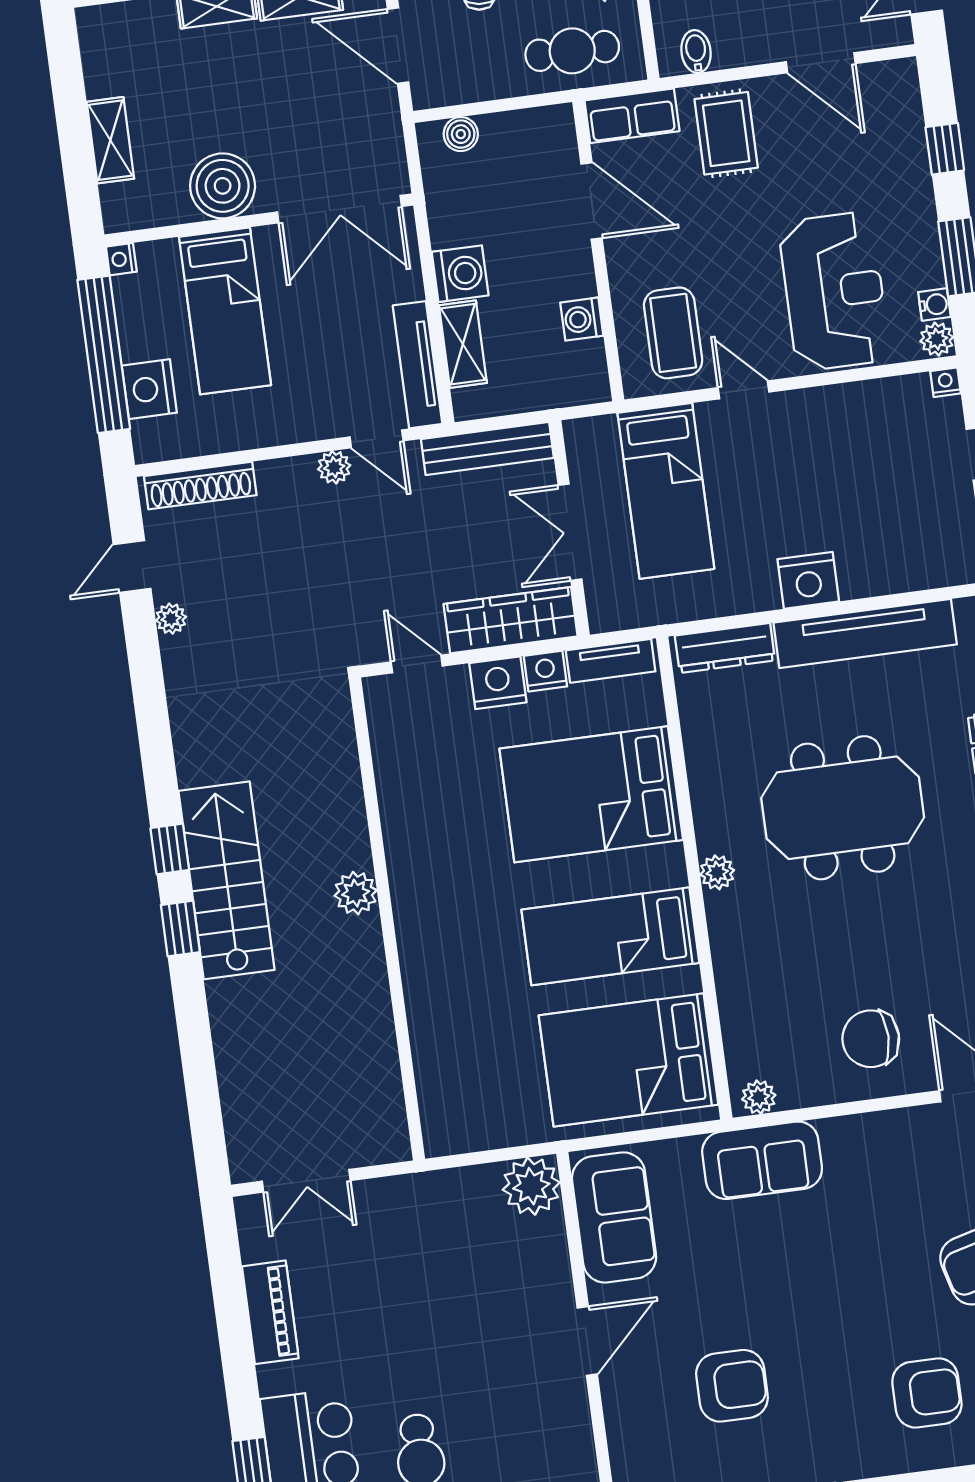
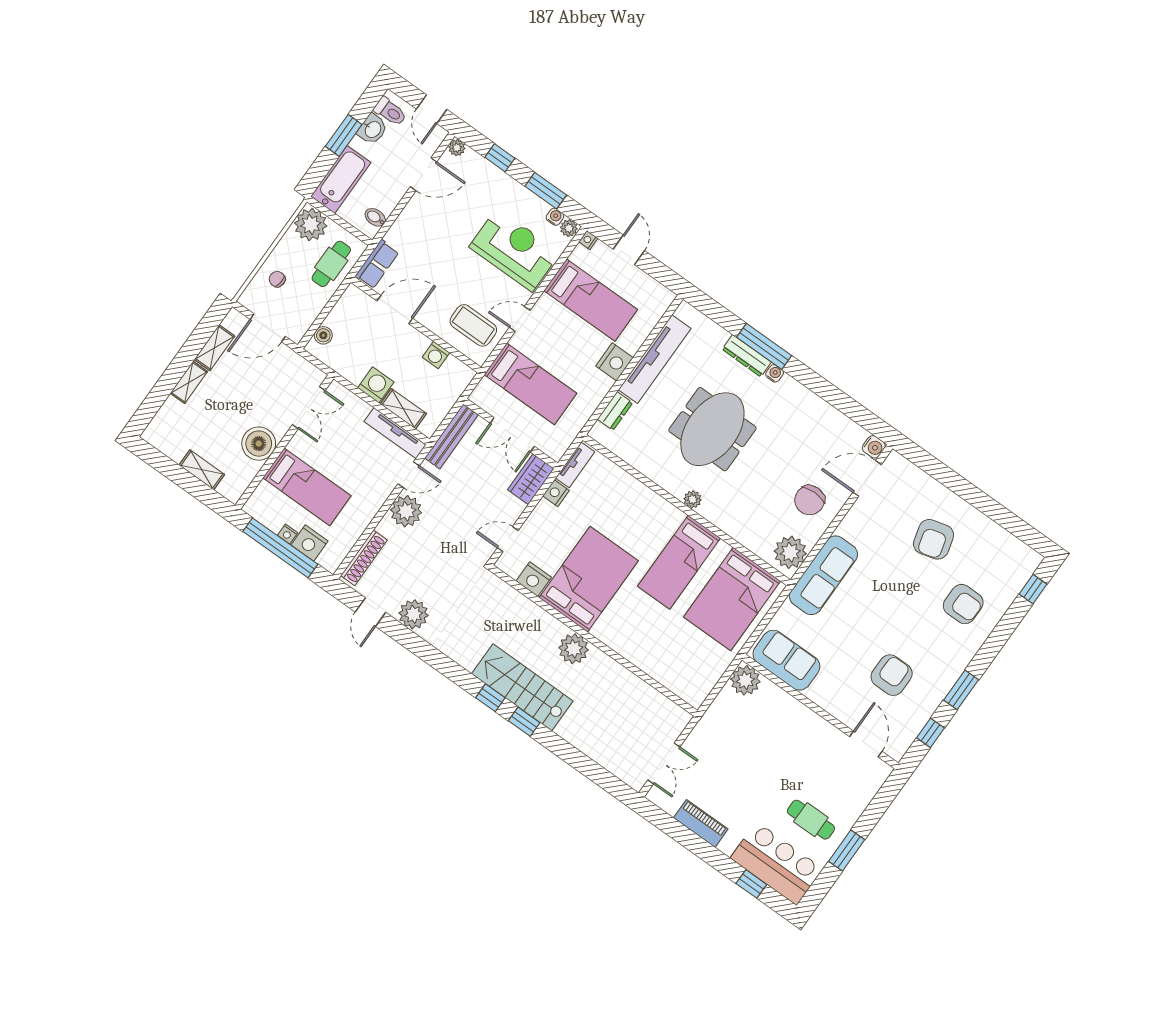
plant: (902, 75) -> (457, 148), added
rug: (726, 133) -> (417, 235), removed
double door: (339, 209) -> (309, 408), width x0.73
nightstand: (121, 259) -> (288, 534), moved
bed: (864, 465) -> (591, 300), added
plant: (334, 467) -> (406, 511), width x1.87, depth x1.87
plant: (171, 619) -> (414, 614), width x1.87, depth x1.87
wardrobe: (511, 620) -> (531, 479), width x0.67
dresser: (725, 648) -> (615, 411), width x0.70
nightstand: (498, 683) -> (534, 579), moved, turned -90
bed: (591, 794) -> (589, 579), moved, turned 180
plant: (356, 893) -> (574, 649), width x1.36, depth x1.36
plant: (759, 1097) -> (790, 552), width x1.88, depth x1.88
sofa: (762, 1160) -> (823, 575), width x1.36
door: (587, 1341) -> (866, 744), moved
armchair: (927, 1393) -> (963, 604), turned 90

